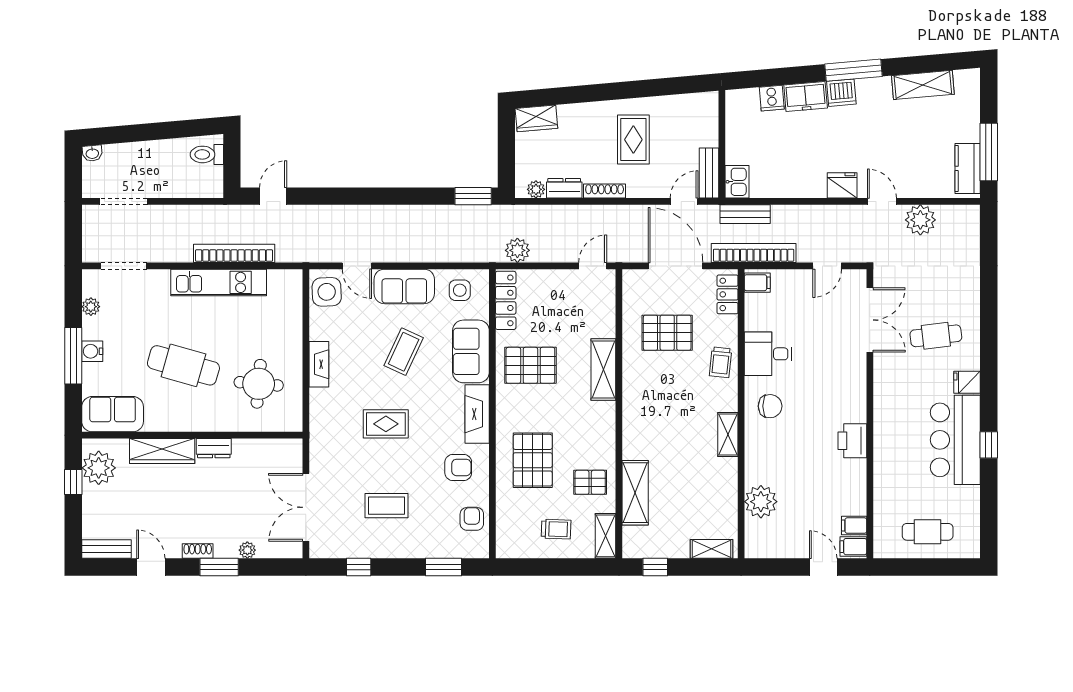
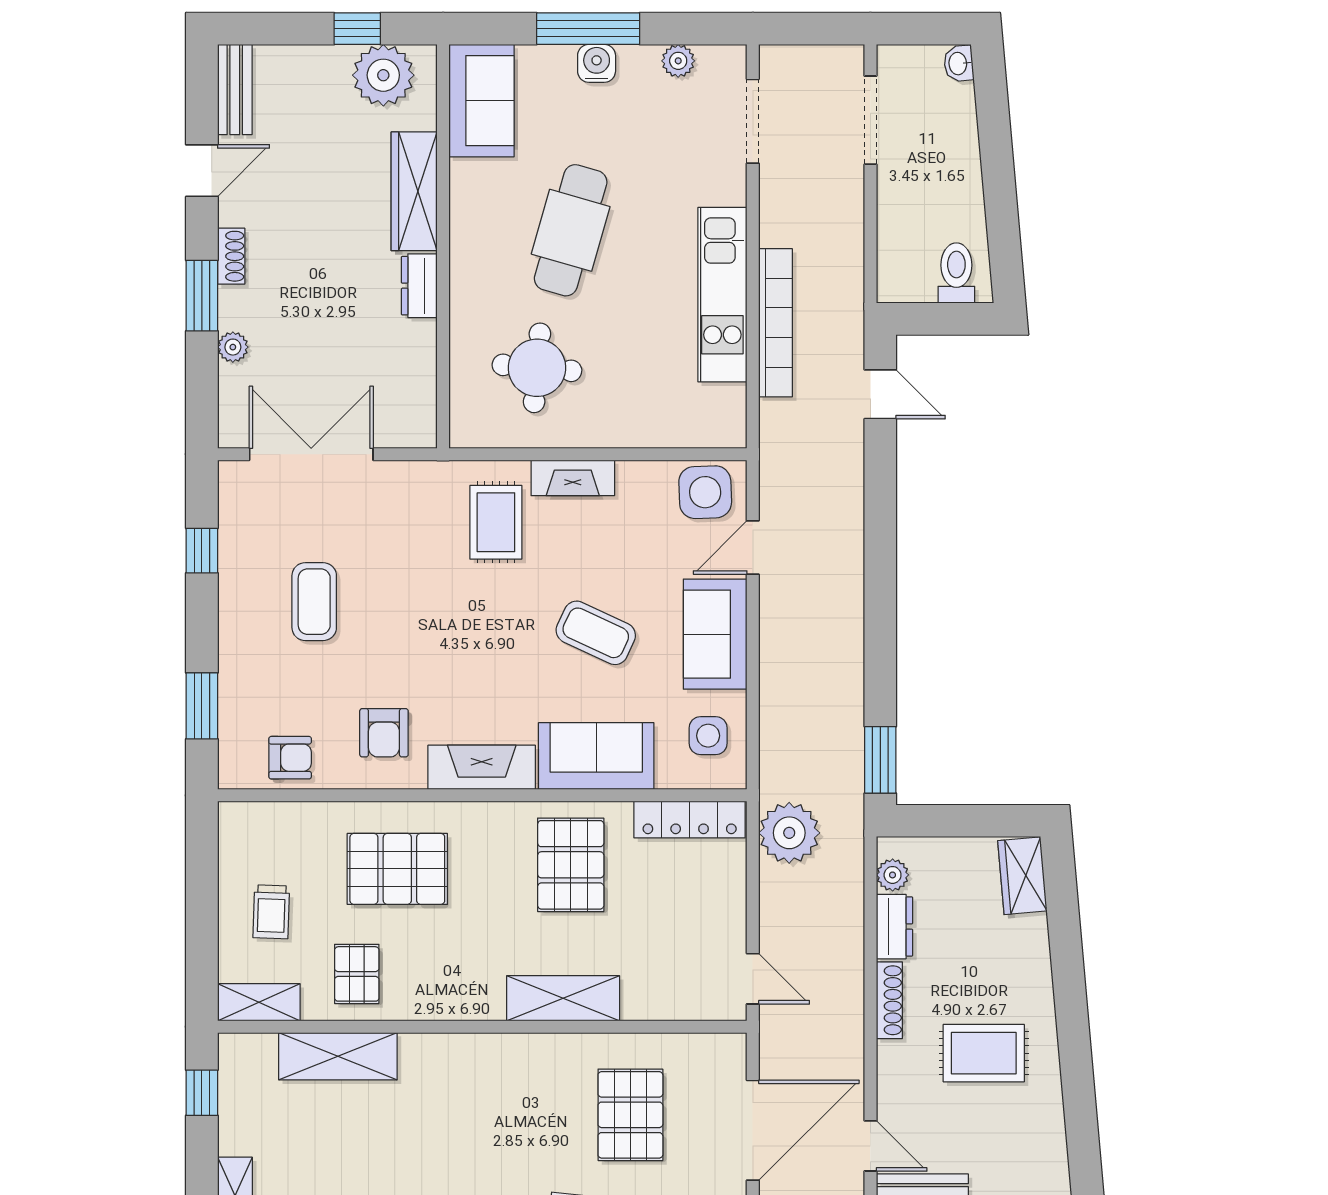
plant: (517, 250) -> (789, 833), width x1.36, depth x1.36
rug: (386, 424) -> (496, 522), moved

